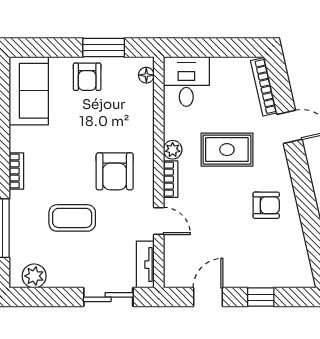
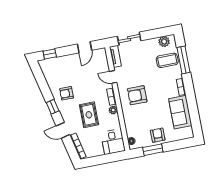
sofa: (29, 91) -> (180, 112), moved
rug: (227, 150) -> (89, 115), turned 90
armchair: (115, 171) -> (137, 95), turned -90
window: (302, 182) -> (53, 107), added
coffee table: (72, 218) -> (167, 60), moved
window: (261, 297) -> (50, 54), moved

